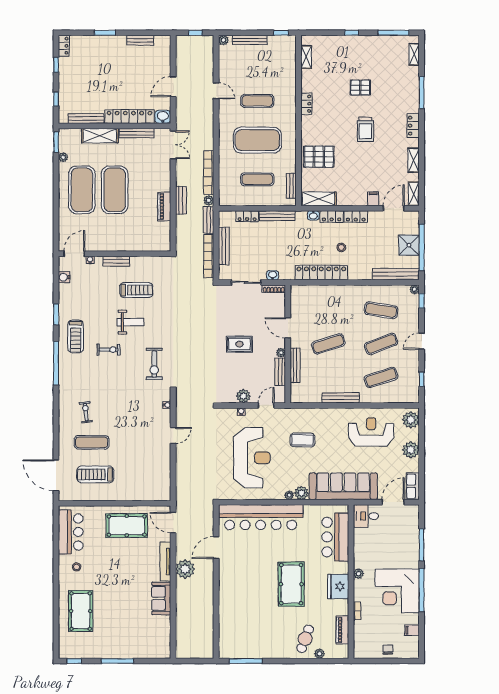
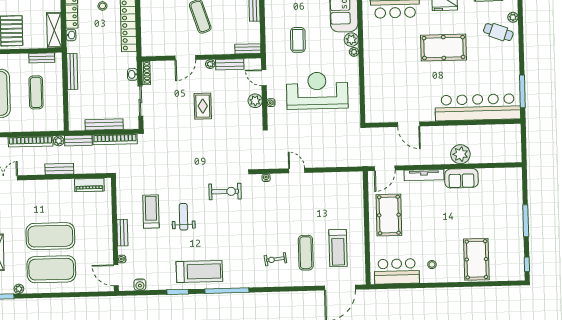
piano: (164, 206) -> (89, 185), moved
locker: (247, 216) -> (74, 102), removed
treadmill: (76, 336) -> (199, 271), width x1.37, depth x1.38
exercise bike: (109, 350) -> (212, 238), removed
bench: (295, 365) -> (248, 49), moved, width x0.73
bar counter: (261, 517) -> (478, 107), moved, turned -90
plant: (185, 569) -> (460, 154), moved
pool table: (81, 611) -> (476, 259), turned 90

